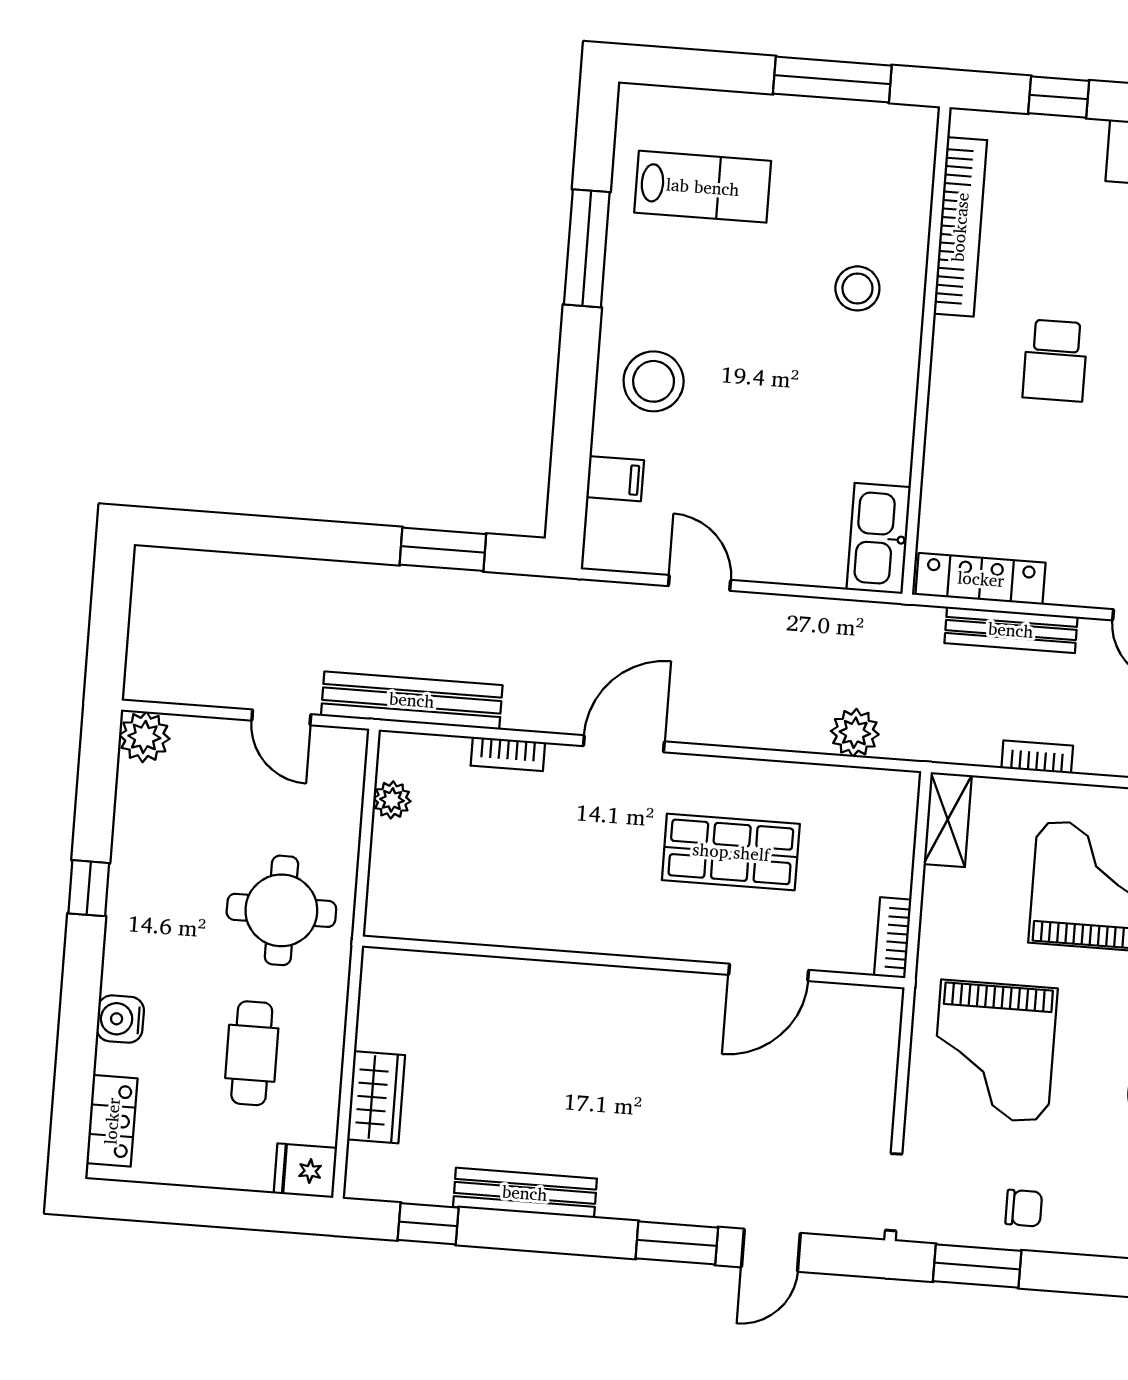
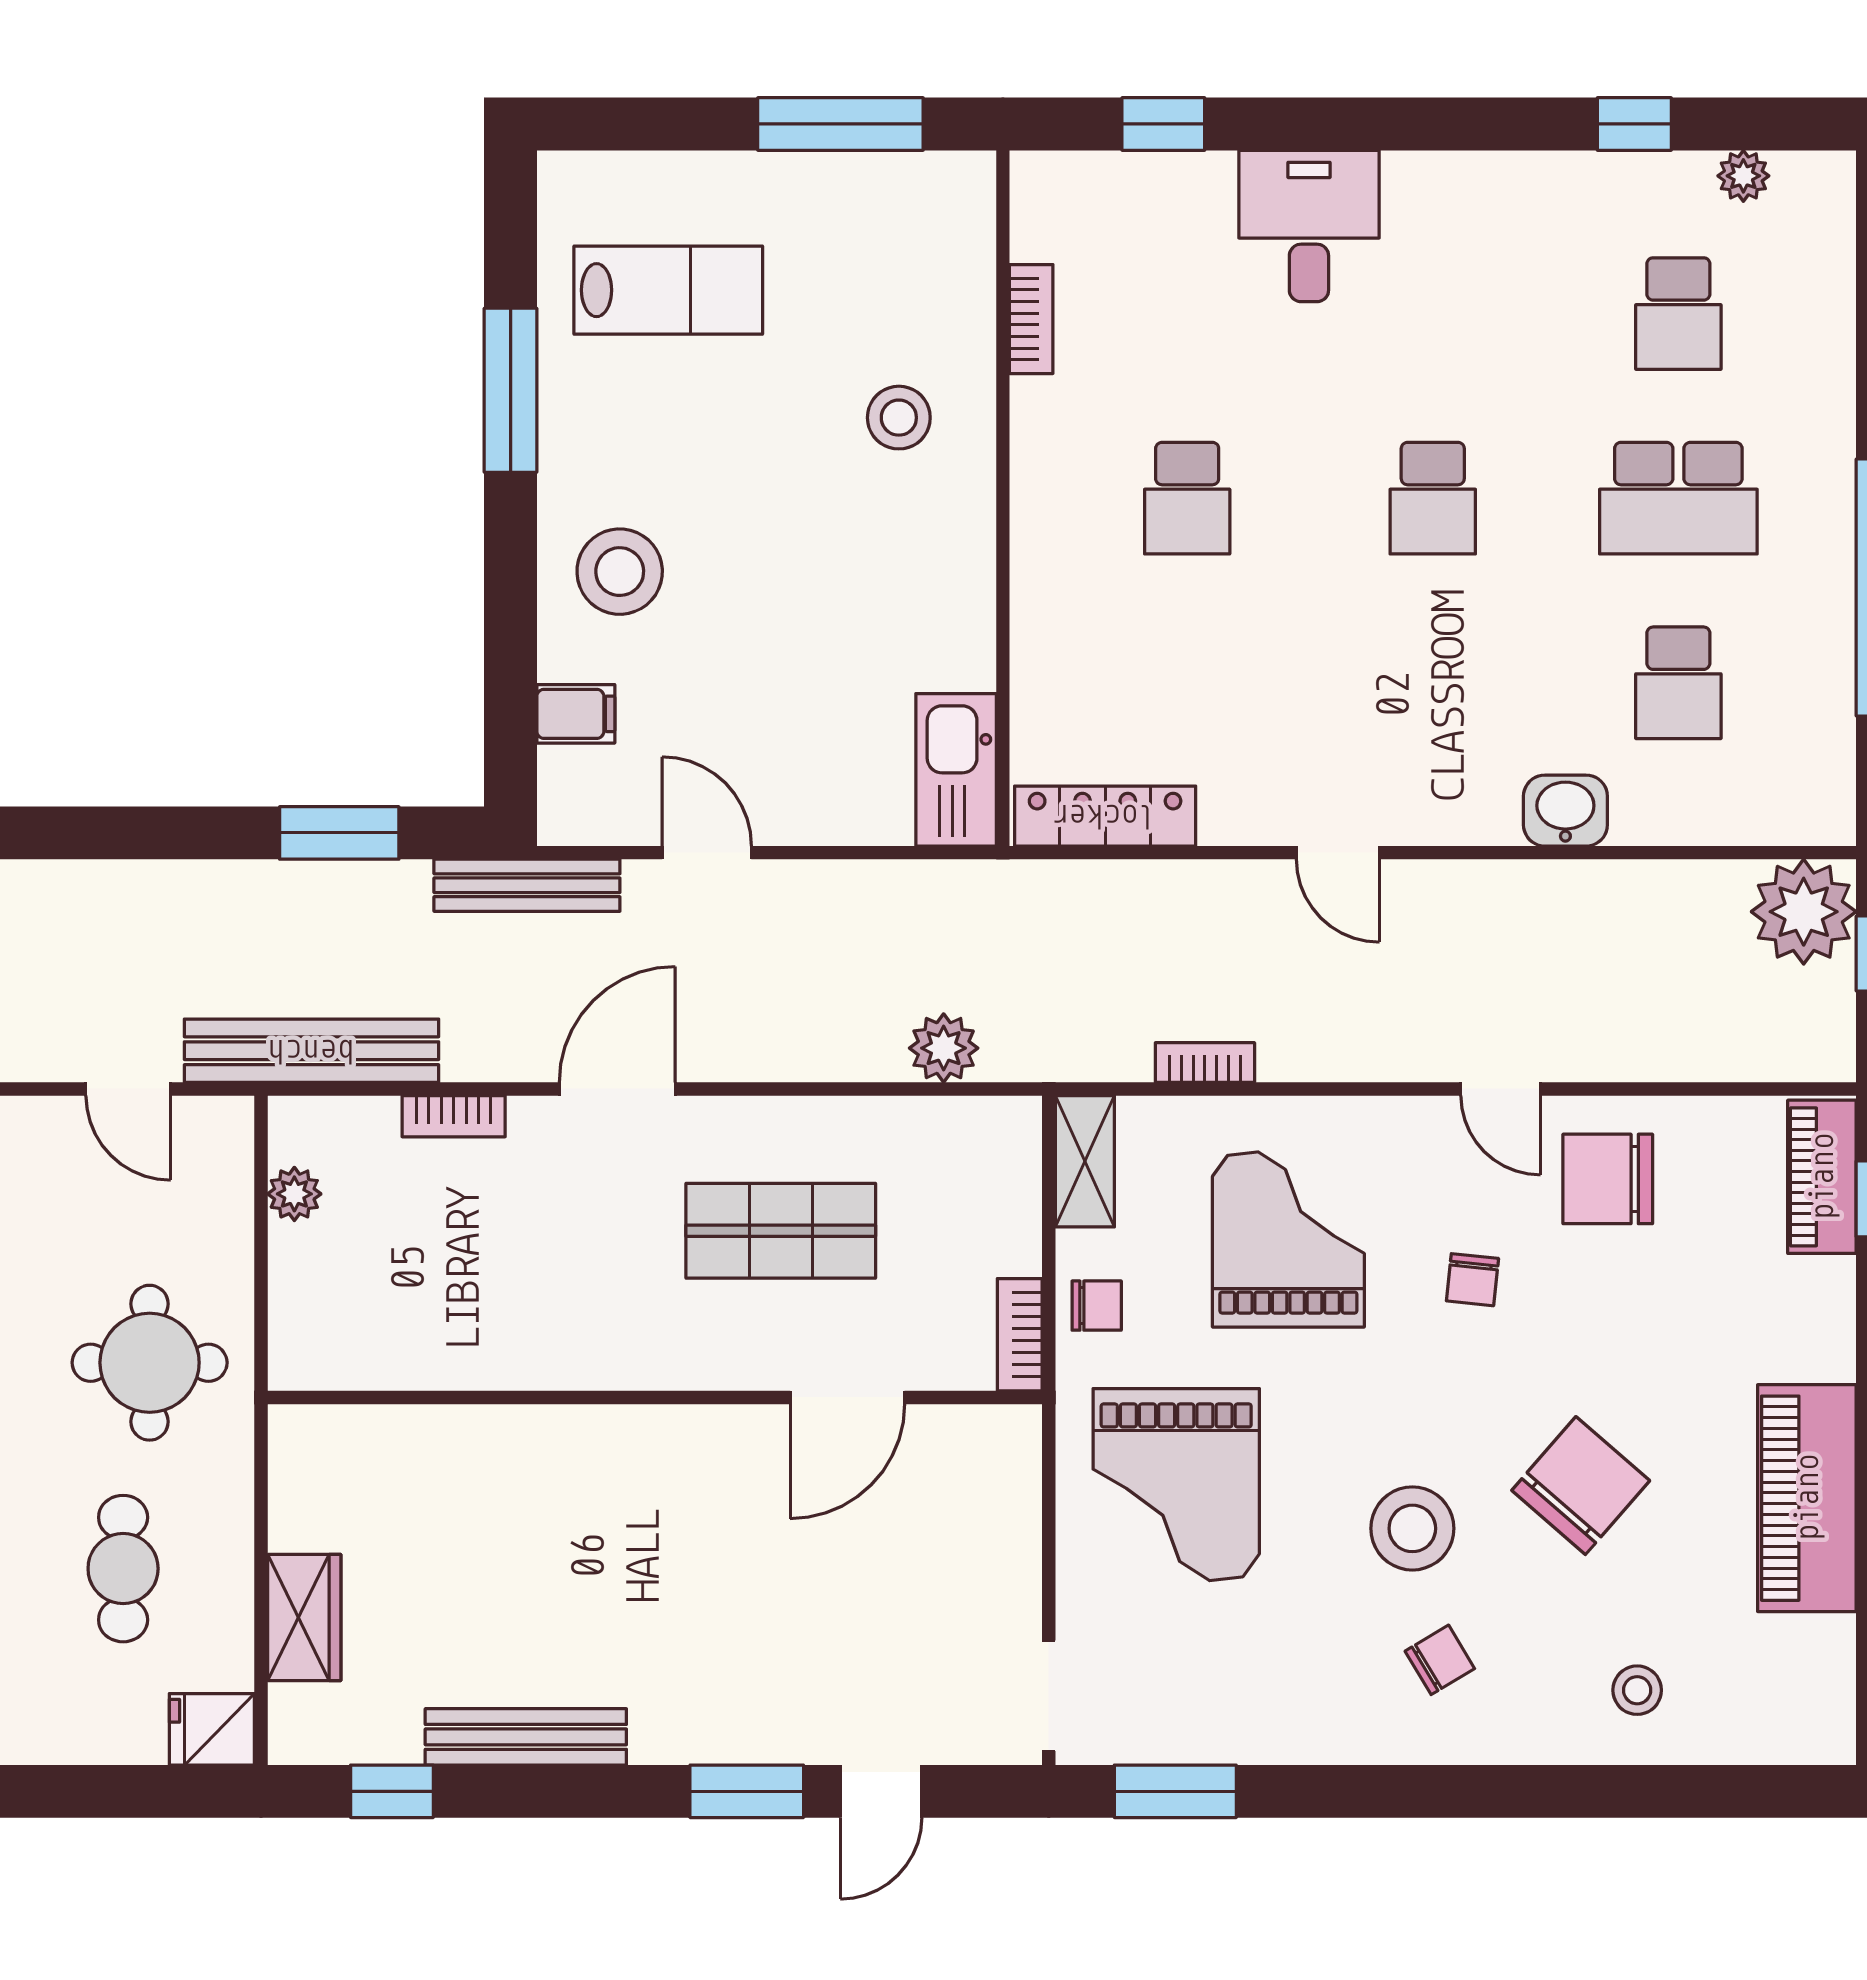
bookcase: (960, 227) -> (1031, 319), width x0.43, depth x0.76
bench: (1011, 630) -> (527, 885), moved
chair: (1024, 1208) -> (1097, 1306), moved

